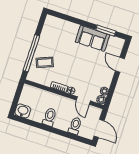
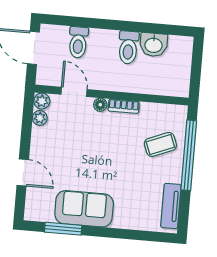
tv unit: (47, 29) -> (171, 206), added
washbasin: (23, 111) -> (154, 45), moved

